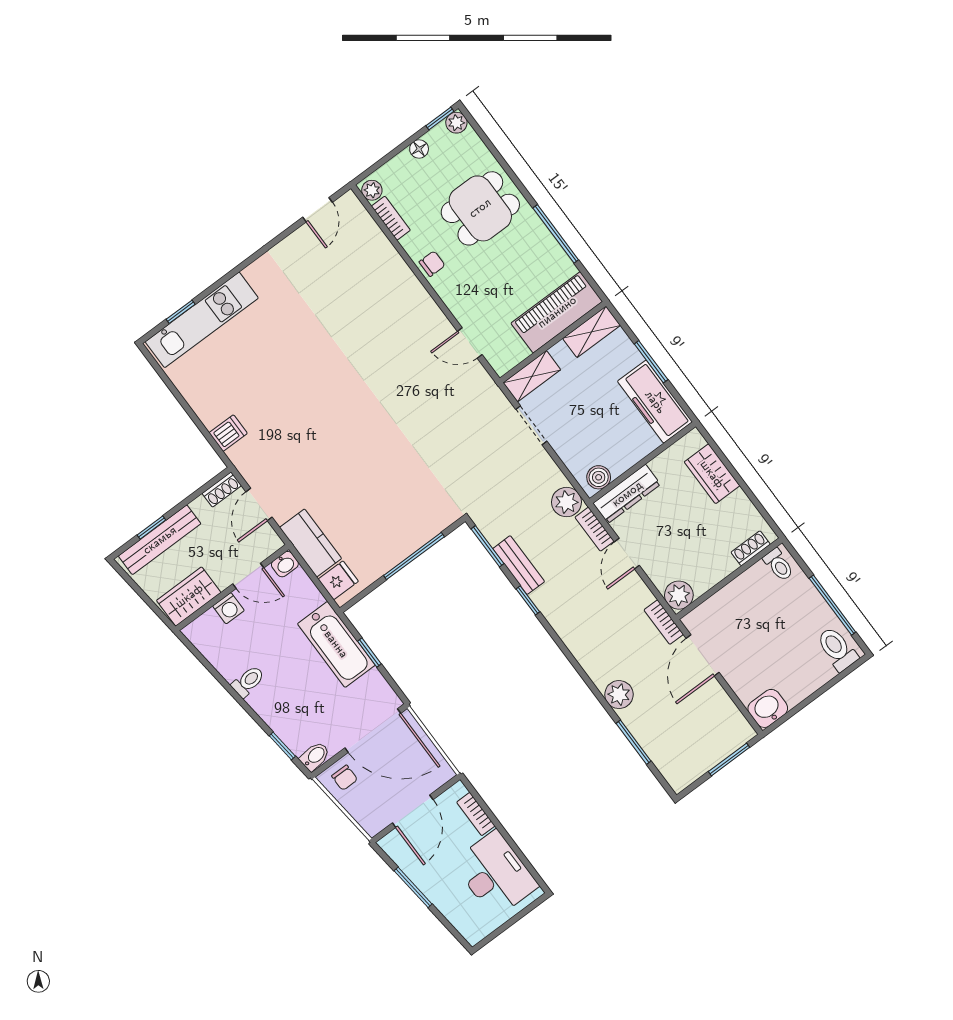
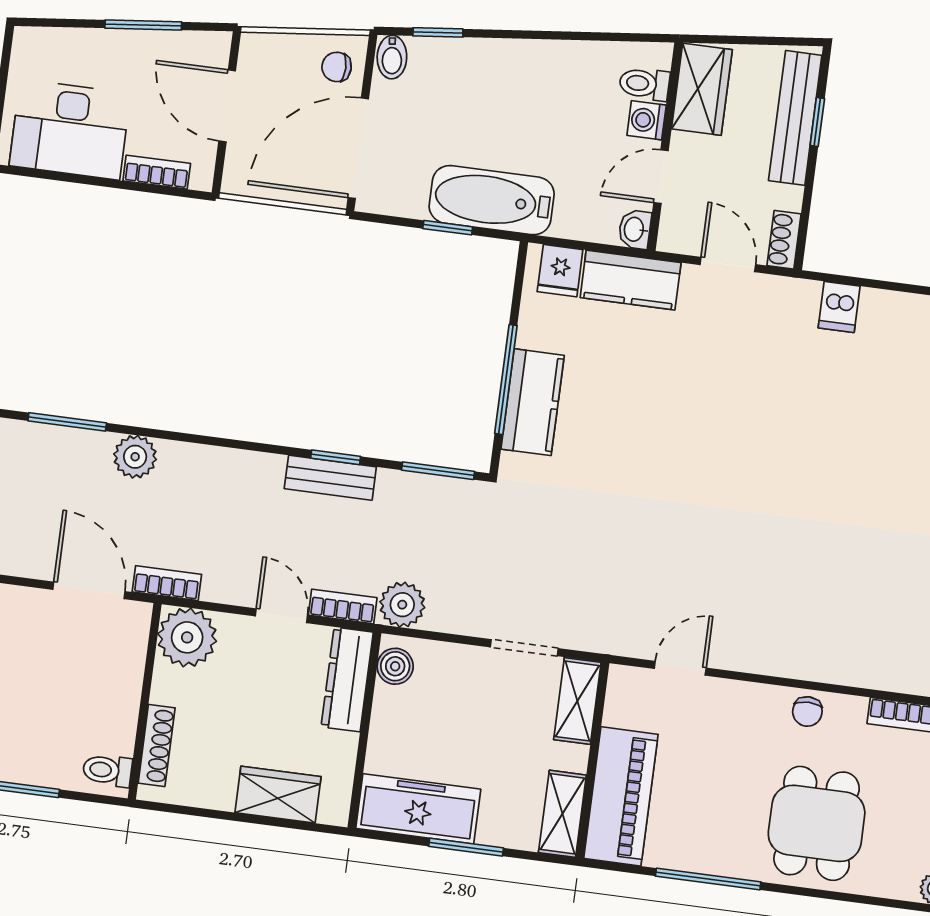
kitchen counter: (412, 533) -> (533, 402), added
shoe rack: (751, 548) -> (157, 745), width x1.43
bench: (519, 565) -> (330, 478), moved
plant: (679, 595) -> (187, 637), width x1.36, depth x1.36
toilet: (248, 681) -> (644, 84), moved, turned 96

